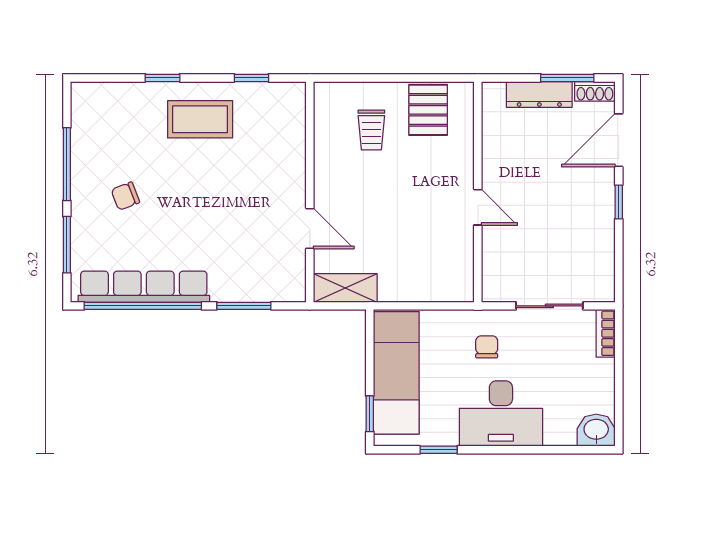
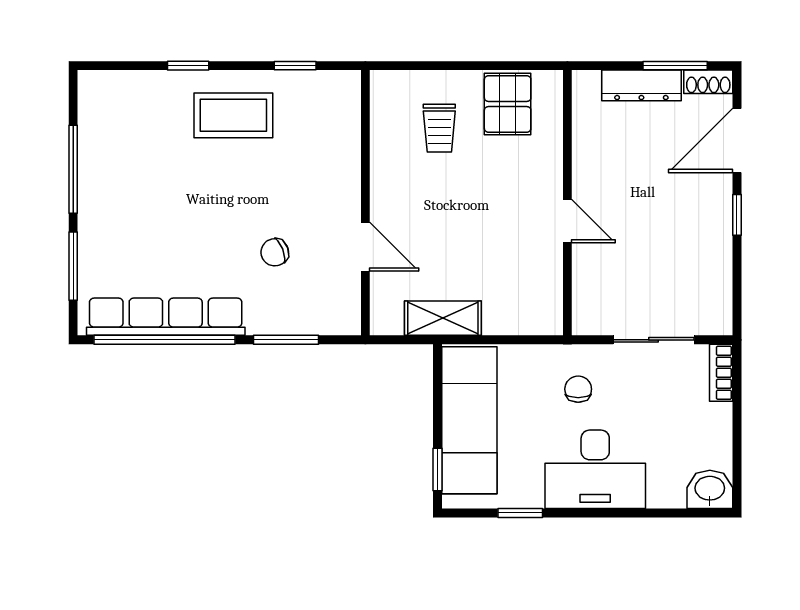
chair: (125, 196) -> (275, 252), moved
shelving: (345, 288) -> (443, 318), moved

